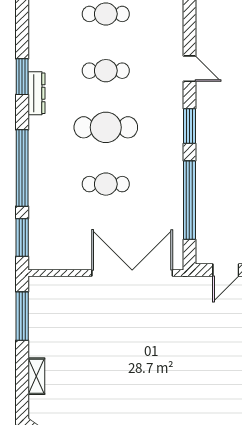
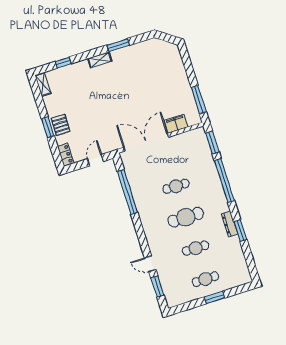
window: (189, 126) -> (157, 286), moved
double door: (132, 273) -> (146, 142), swing flipped
filing cabinet: (73, 288) -> (176, 124), added
shelving: (36, 376) -> (181, 69), removed

